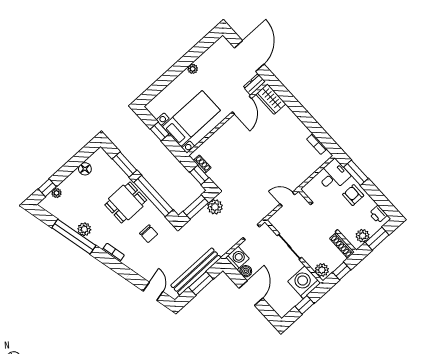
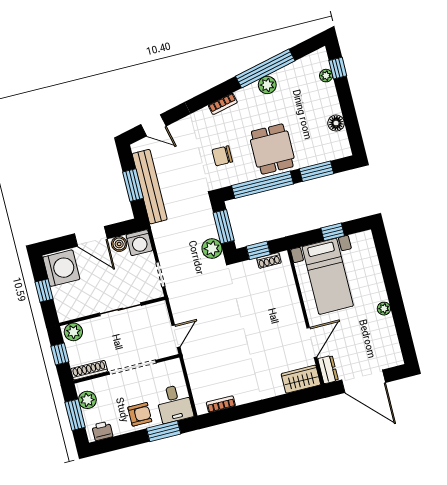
door: (242, 105) -> (312, 342), swing flipped
washing machine: (304, 282) -> (61, 268), moved

